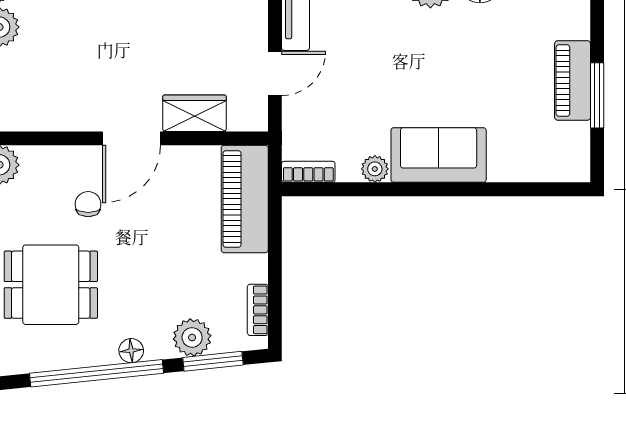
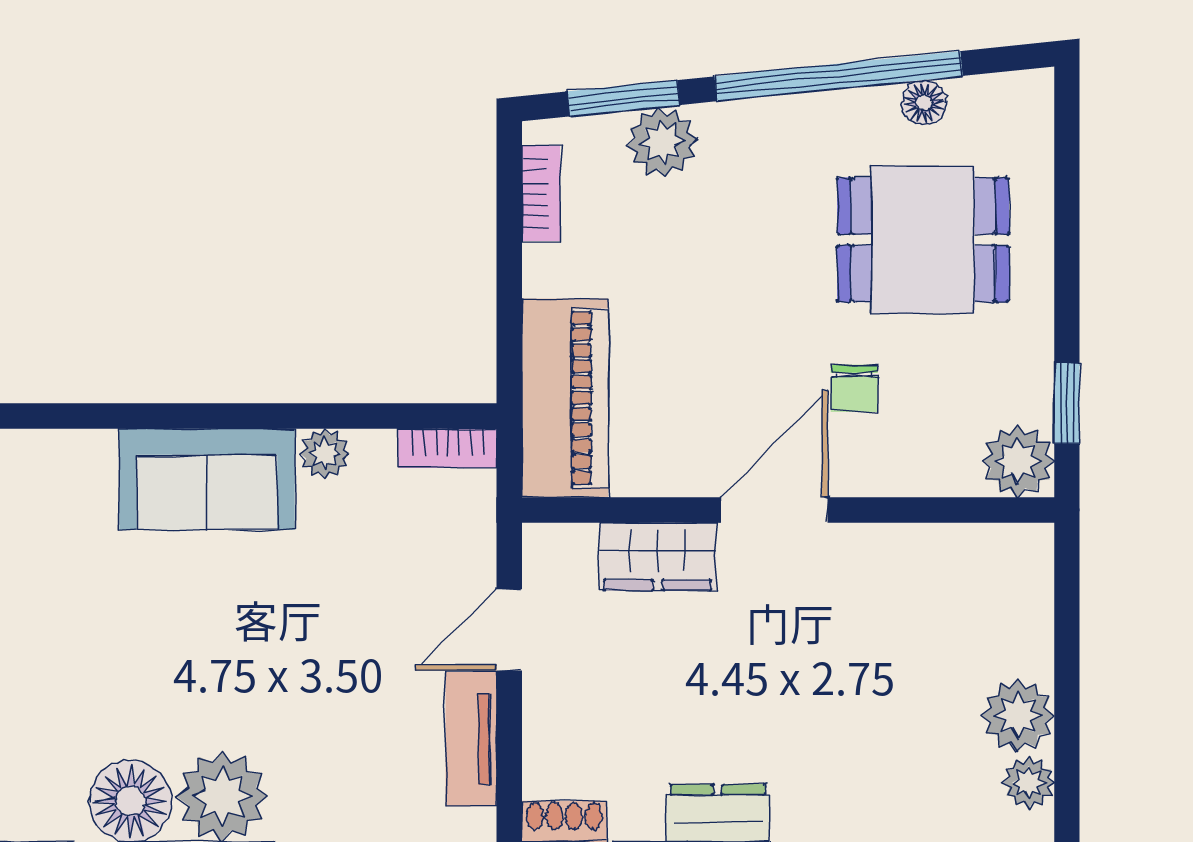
floor lamp: (131, 351) -> (924, 103), moved

